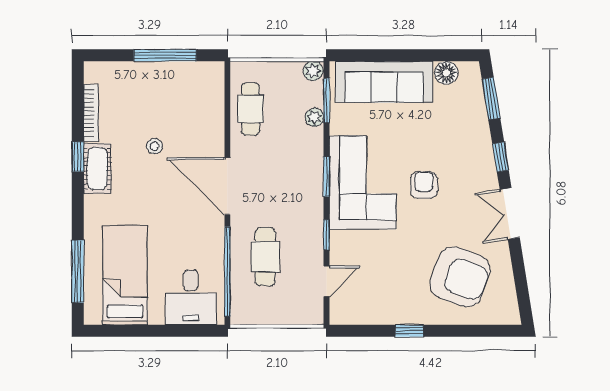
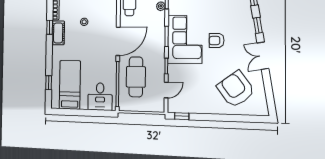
armchair: (424, 185) -> (217, 41), turned -90
door: (227, 186) -> (118, 41), swing flipped
cafe table: (265, 257) -> (136, 77), width x1.37, depth x1.35
window: (78, 271) -> (49, 83), width x0.46
armchair: (460, 277) -> (236, 89), turned -146
window: (409, 331) -> (182, 116), moved

